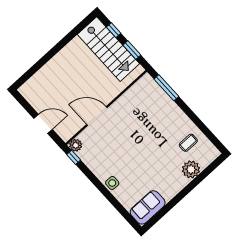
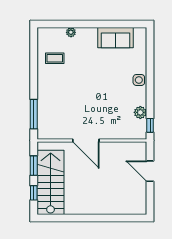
door: (97, 116) -> (86, 140), moved
plant: (76, 145) -> (140, 112), moved
plant: (191, 169) -> (71, 32), width x0.53, depth x0.53
sofa: (148, 207) -> (116, 38), moved

